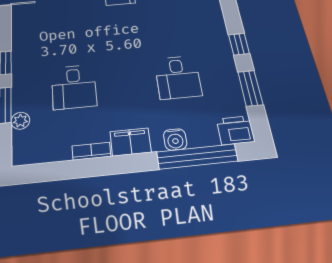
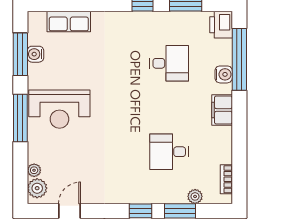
desk: (74, 87) -> (169, 152), turned 180
bookcase: (91, 151) -> (226, 179), moved

